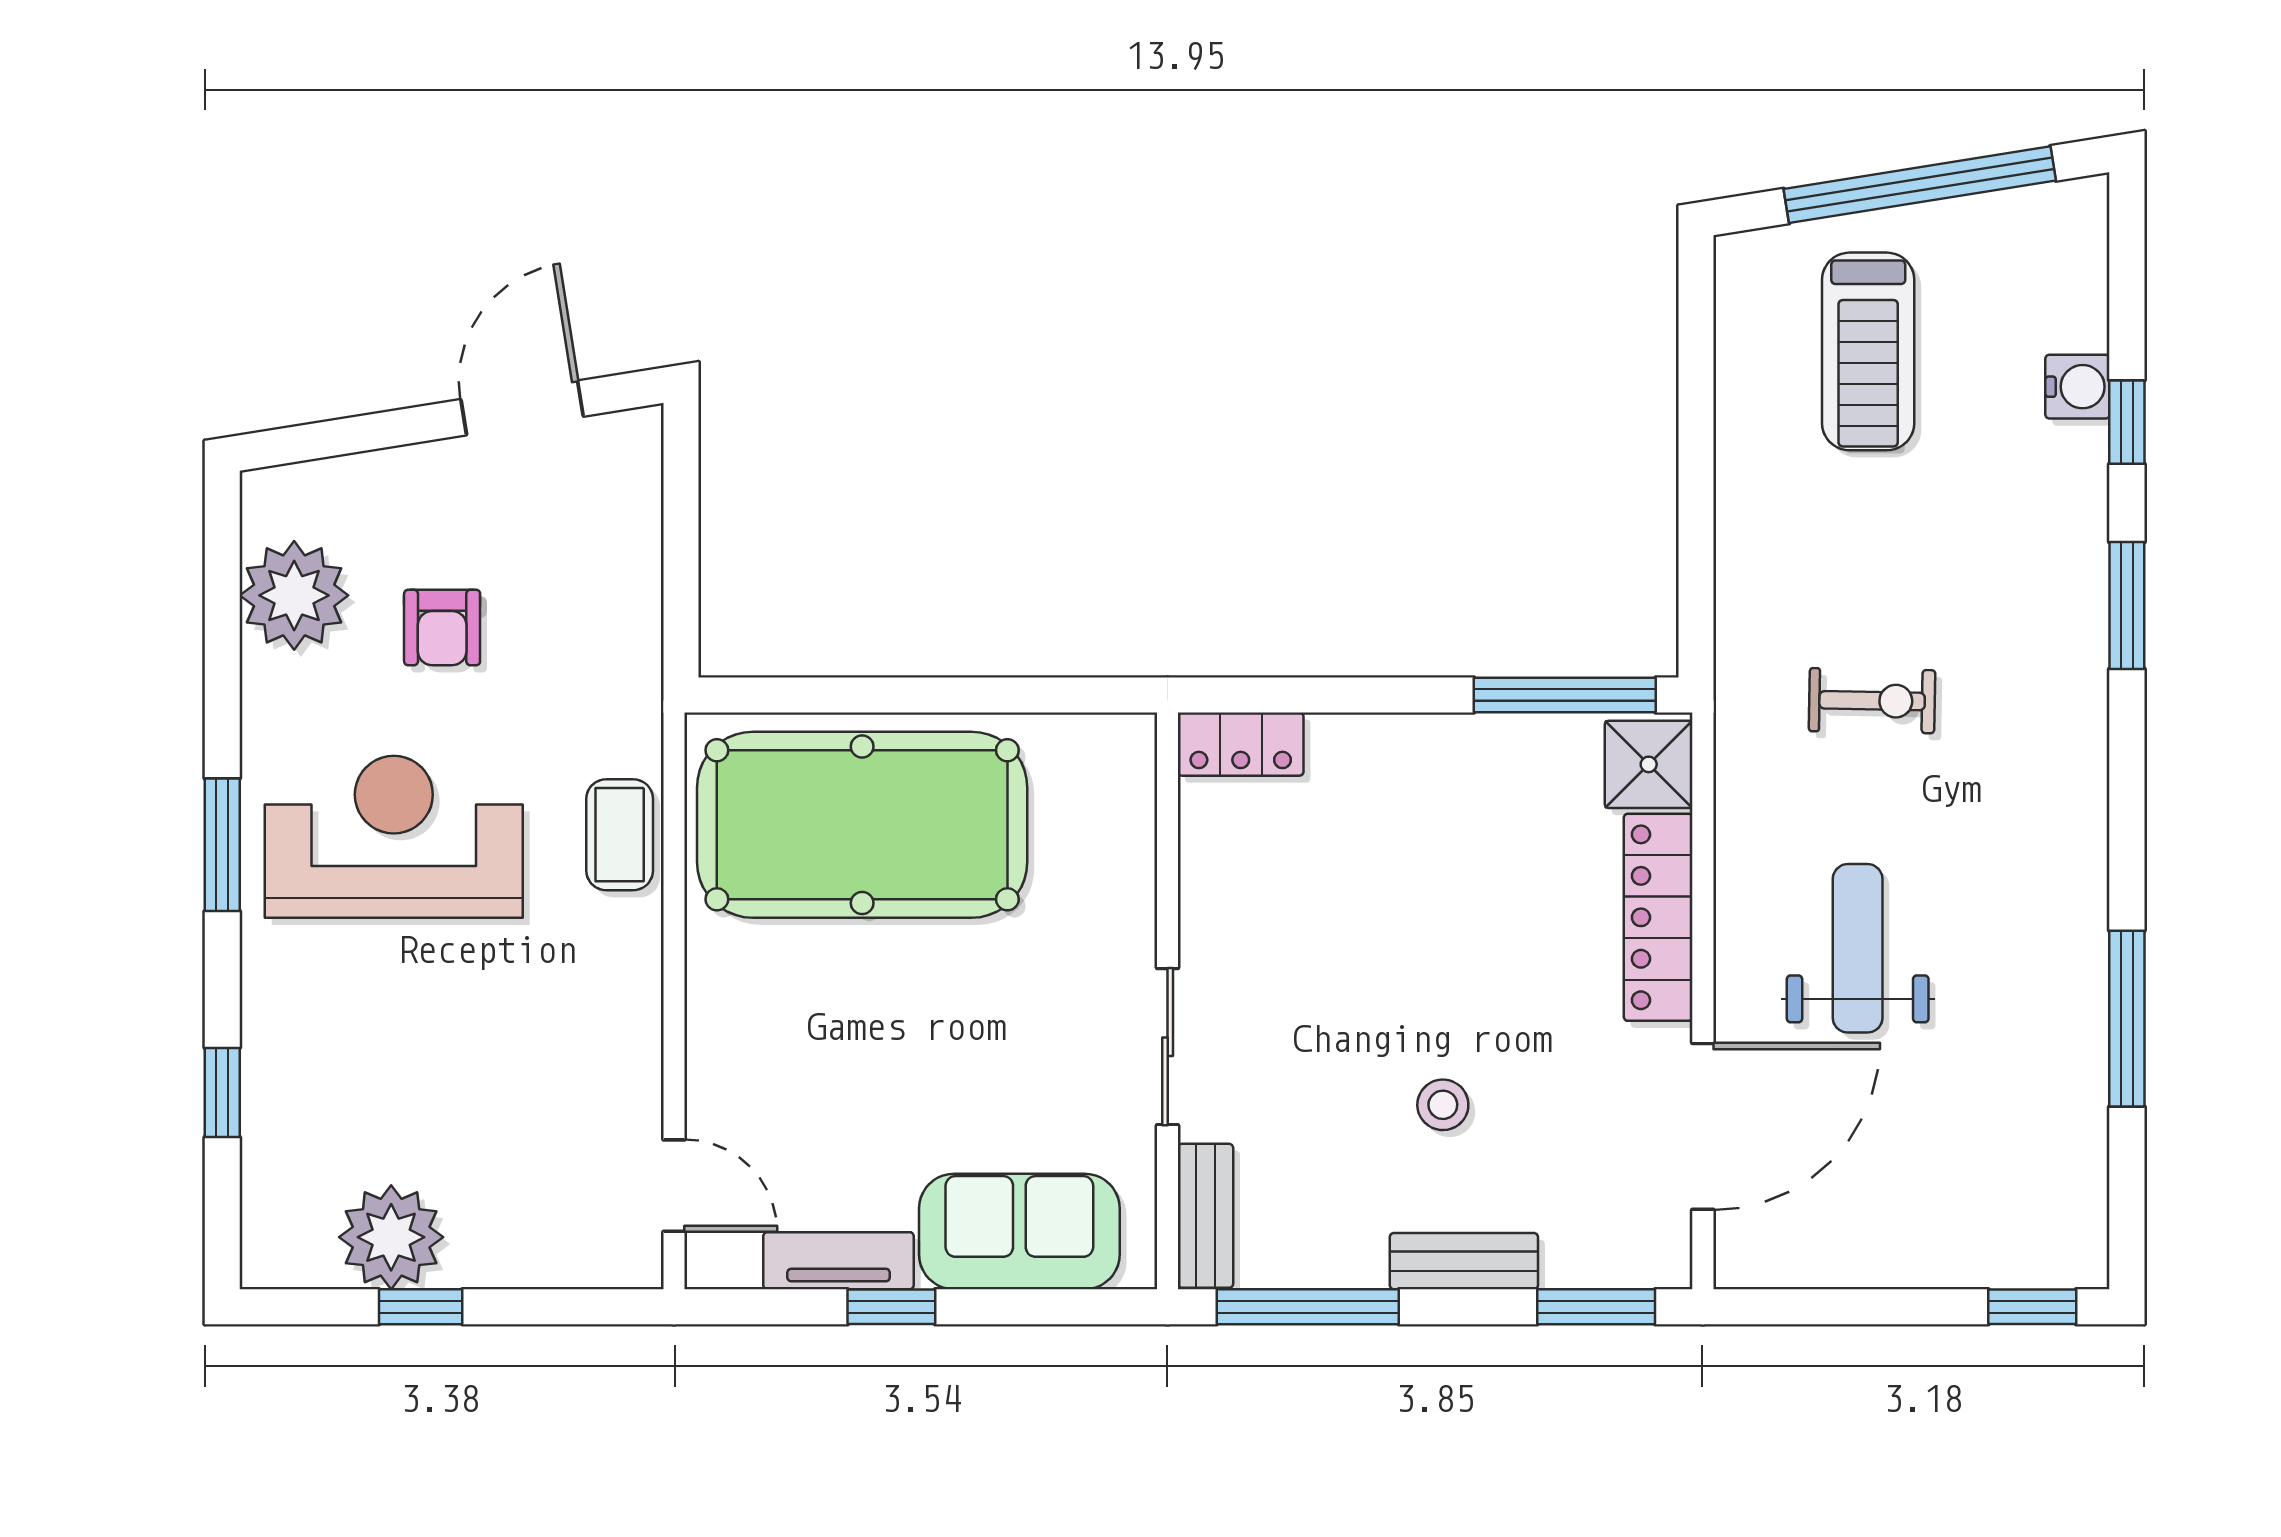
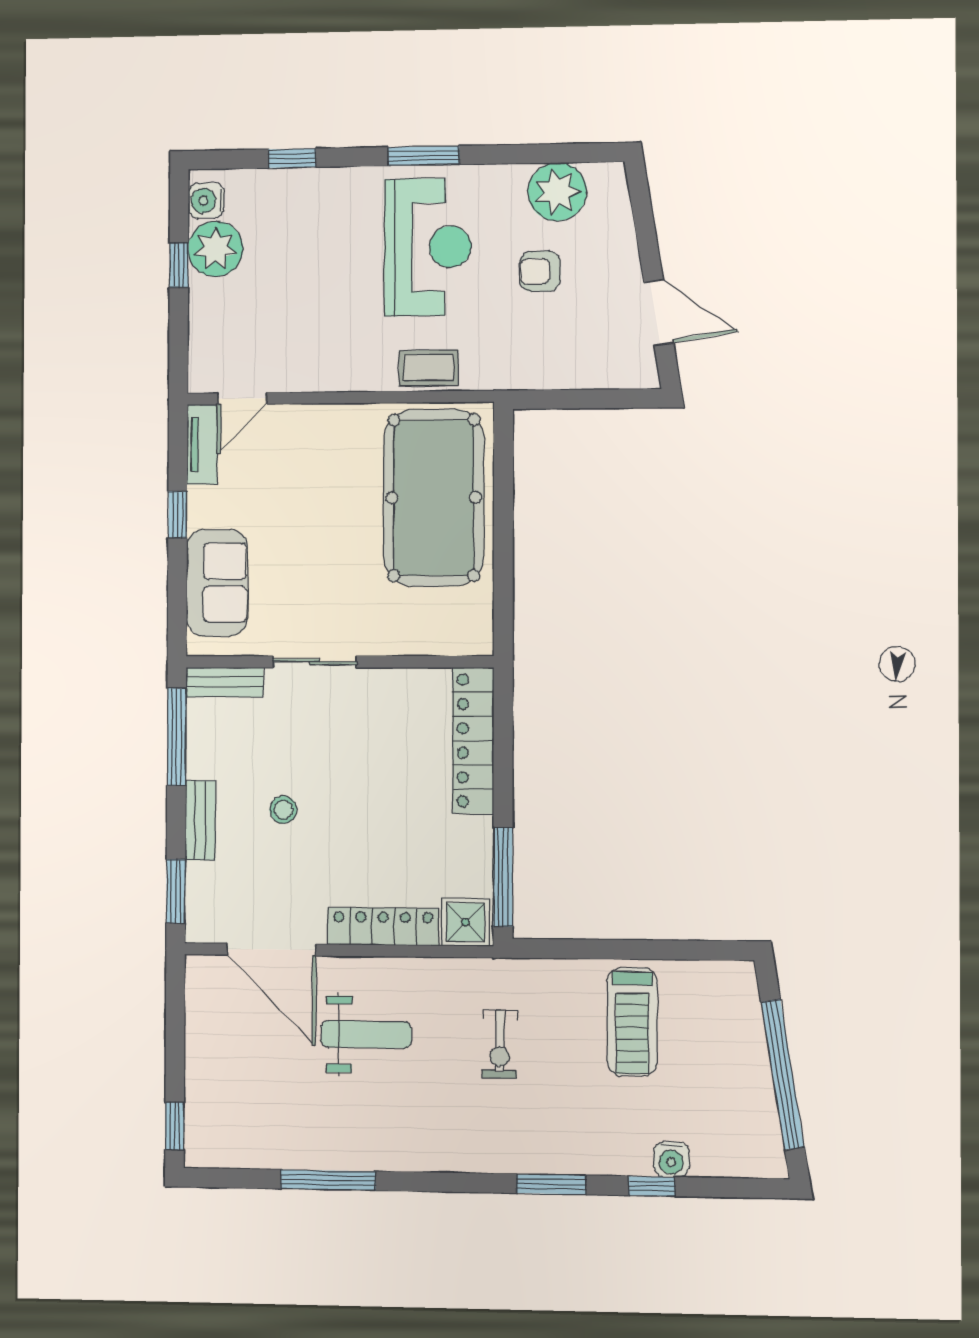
treadmill: (1868, 351) -> (632, 1022), moved, turned -90
locker: (1241, 744) -> (473, 741), width x2.16, depth x1.21
water cooler: (299, 1255) -> (206, 201), added
tv unit: (839, 1261) -> (202, 444), moved

